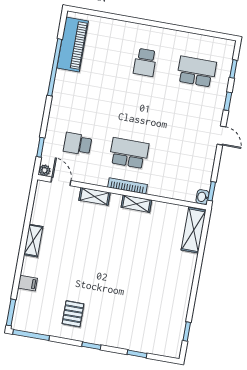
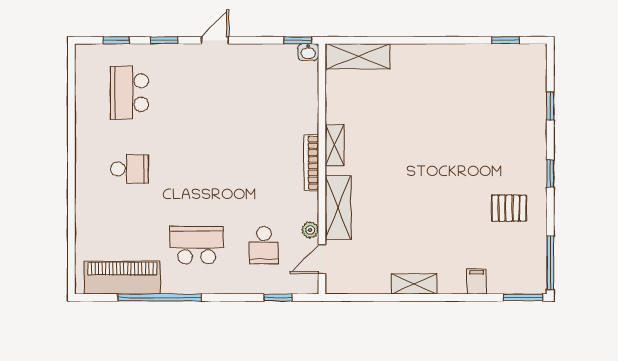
school desk: (129, 153) -> (197, 245), moved, turned 90
plant: (45, 170) -> (310, 230), moved
shelving: (95, 196) -> (338, 207), width x1.50, depth x1.33

